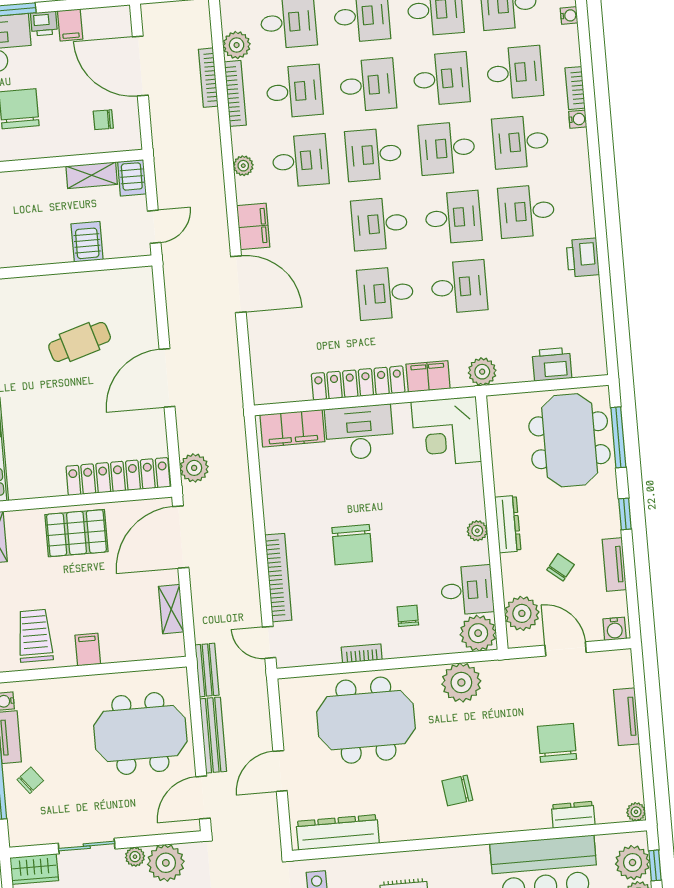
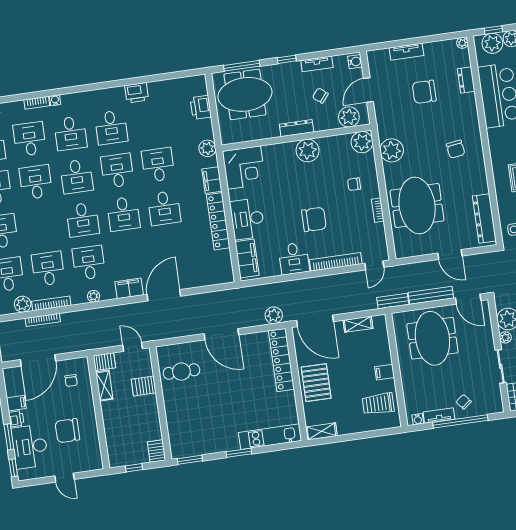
desk: (368, 85) -> (42, 225), removed
cafe table: (80, 342) -> (181, 372), moved, turned -73
plant: (477, 531) -> (308, 151), width x1.88, depth x1.88
desk: (467, 590) -> (294, 259), moved, turned 180

